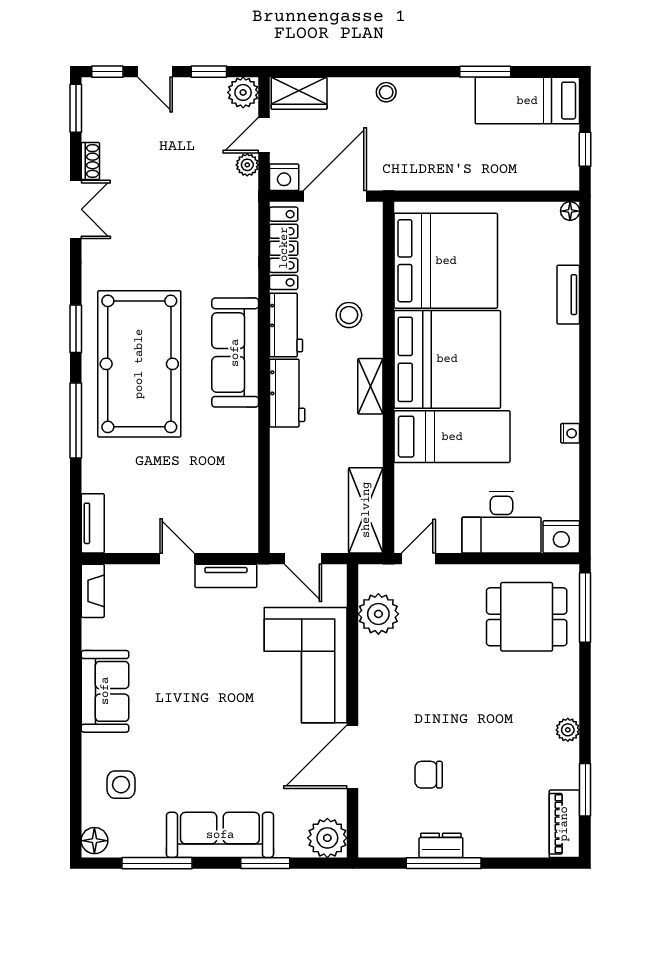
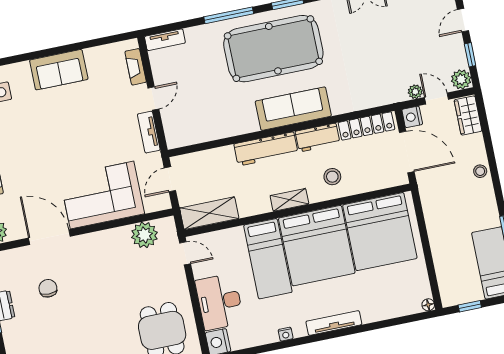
tv unit: (568, 295) -> (334, 323), moved, width x1.41
workbench: (287, 393) -> (266, 149), width x1.38
fireplace: (93, 591) -> (136, 67), moved, turned 90

